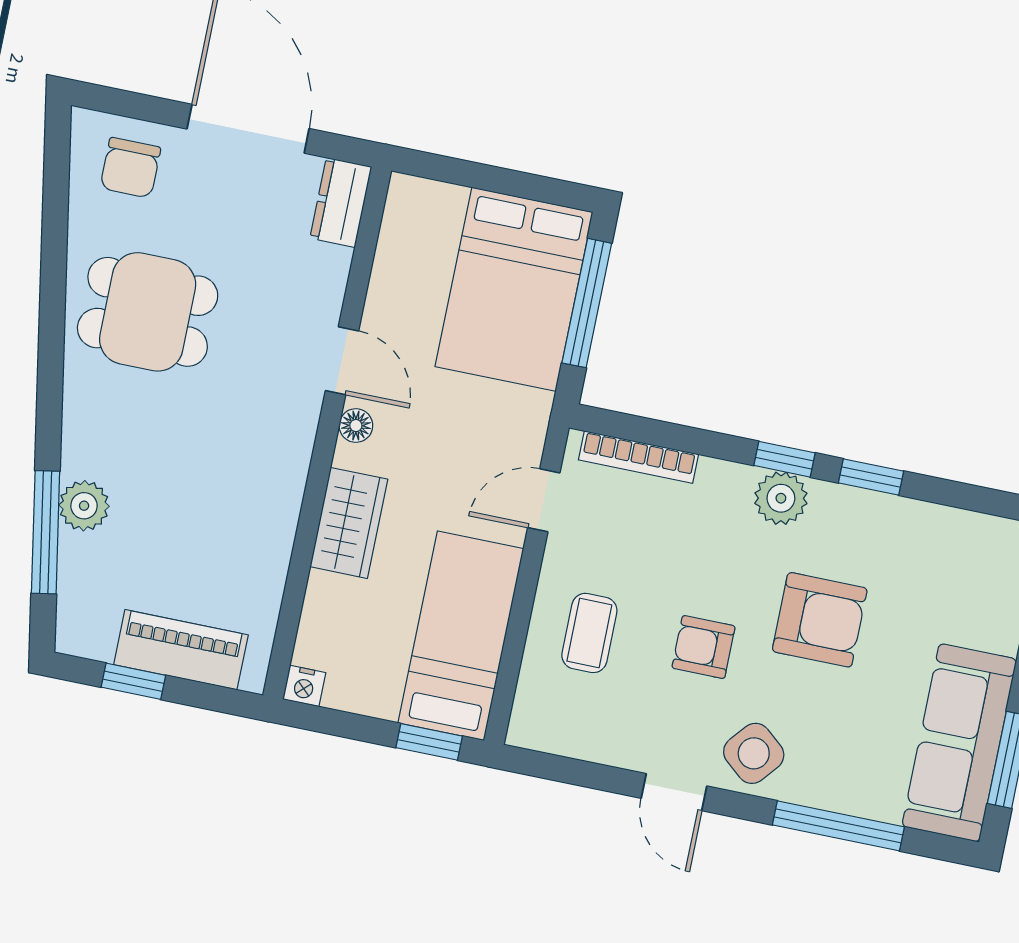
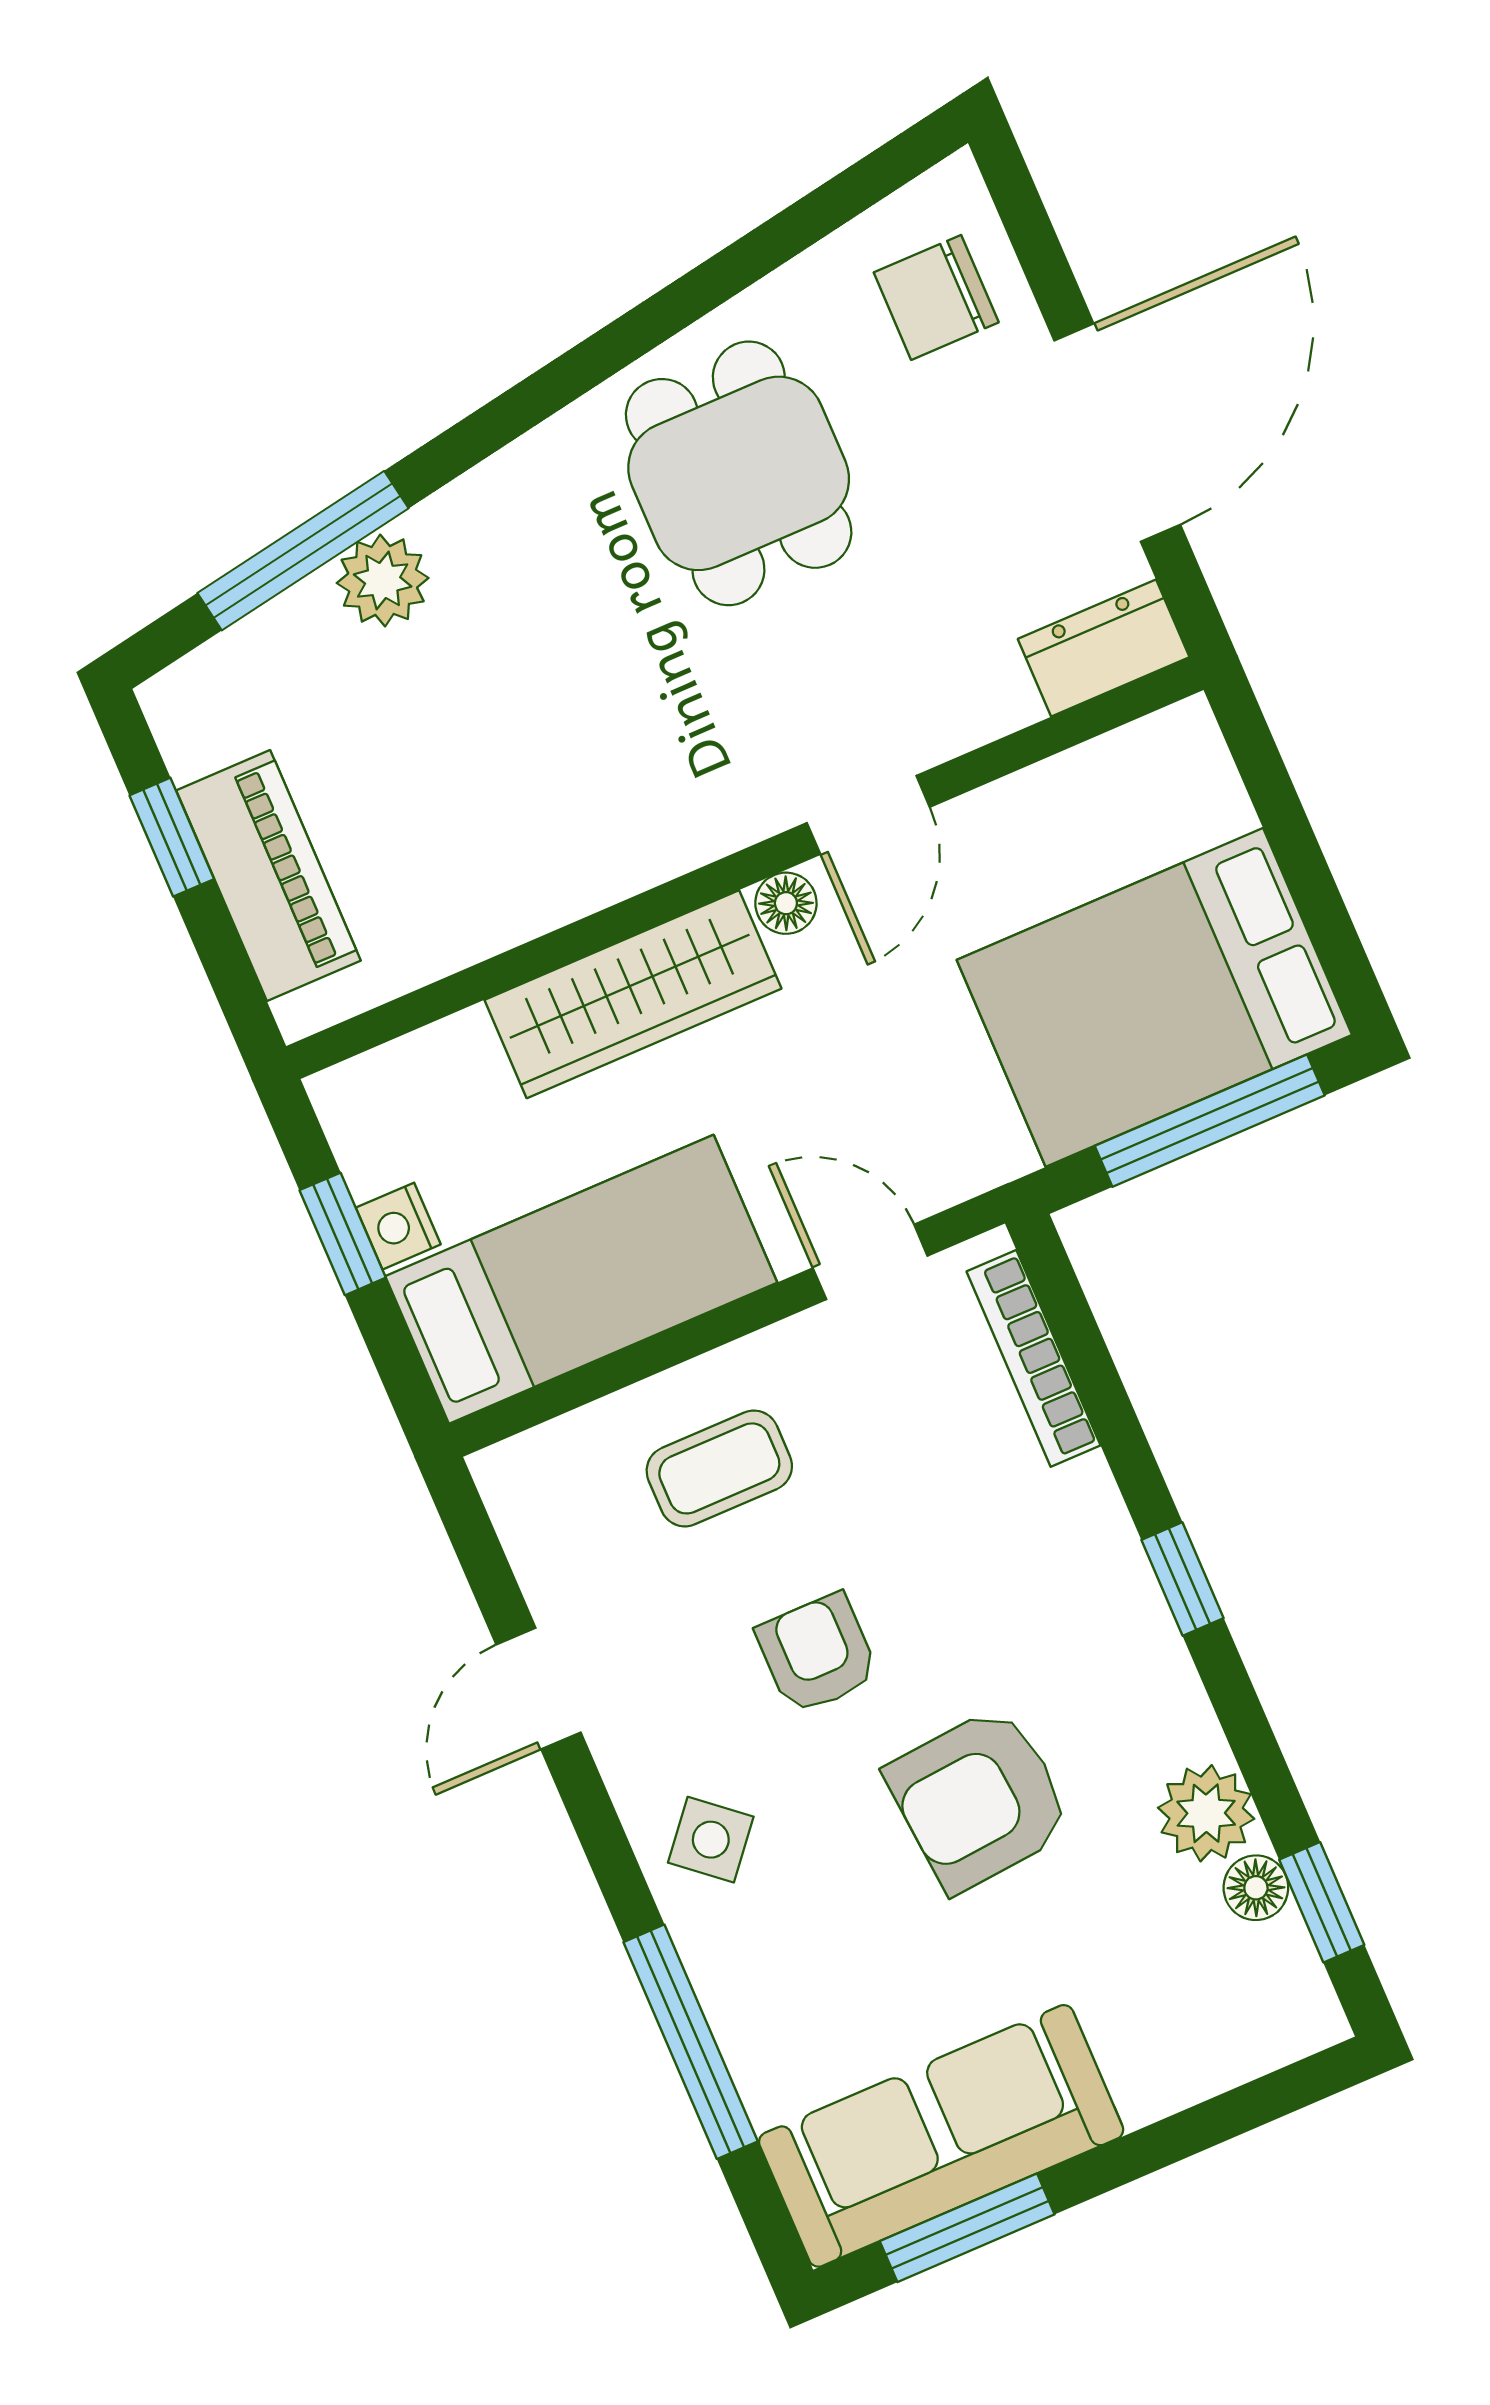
window: (871, 477) -> (1322, 1902), moved
plant: (781, 498) -> (1206, 1813), moved
wardrobe: (349, 523) -> (633, 994), width x1.50
floor lamp: (947, 523) -> (1256, 1888), added
armchair: (820, 620) -> (979, 1799), turned 85
nightstand: (304, 686) -> (398, 1226), moved
window: (429, 742) -> (343, 1234), moved
side table: (754, 753) -> (711, 1840), width x0.73, depth x0.73
door: (674, 792) -> (538, 1688), moved

